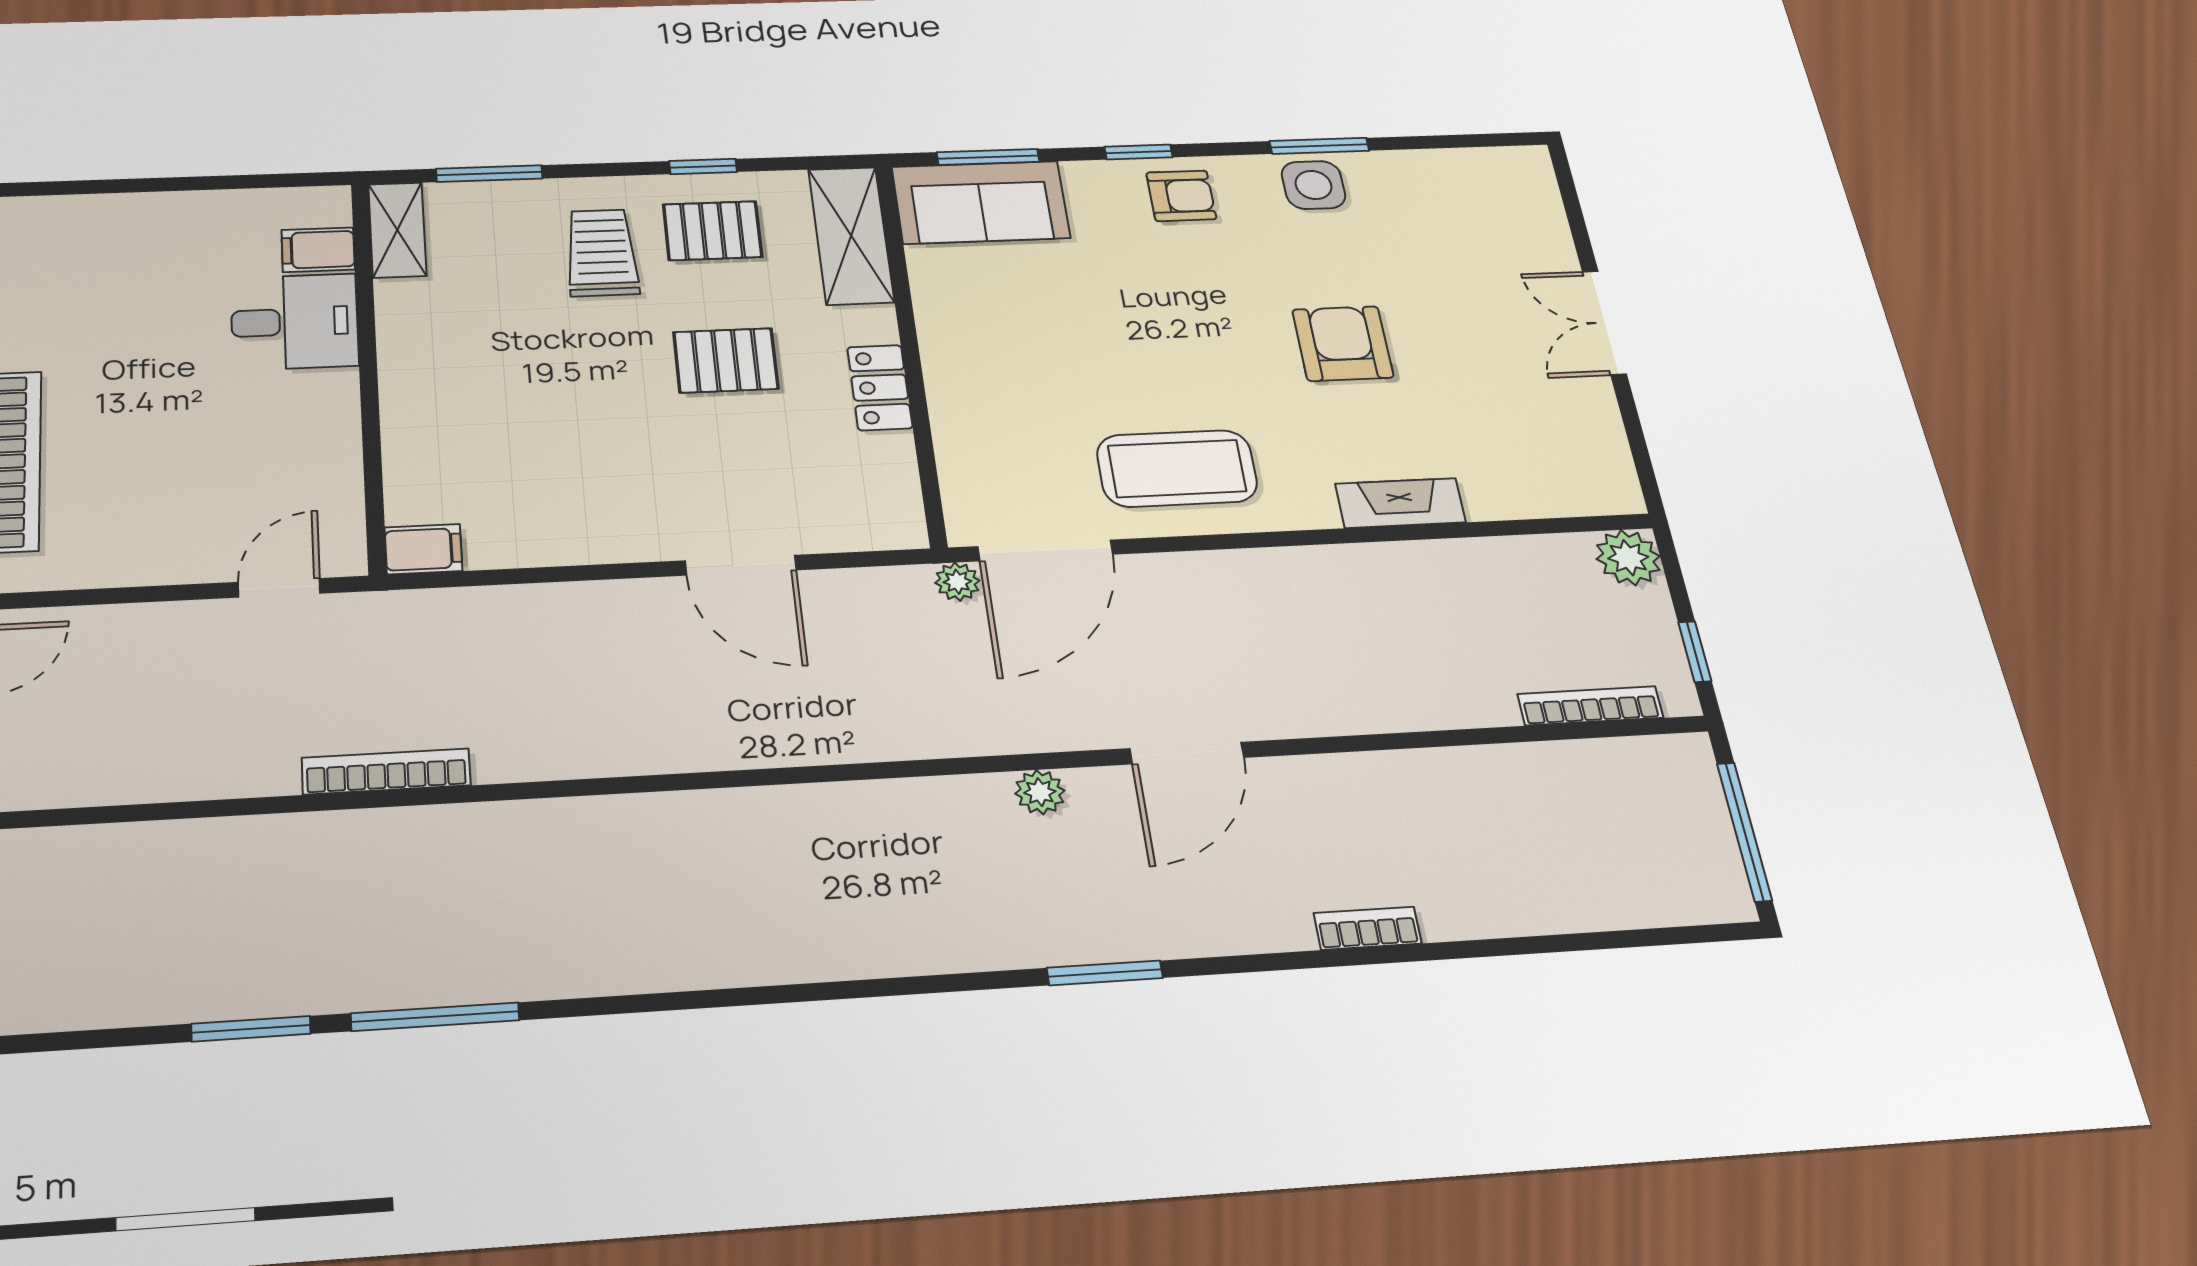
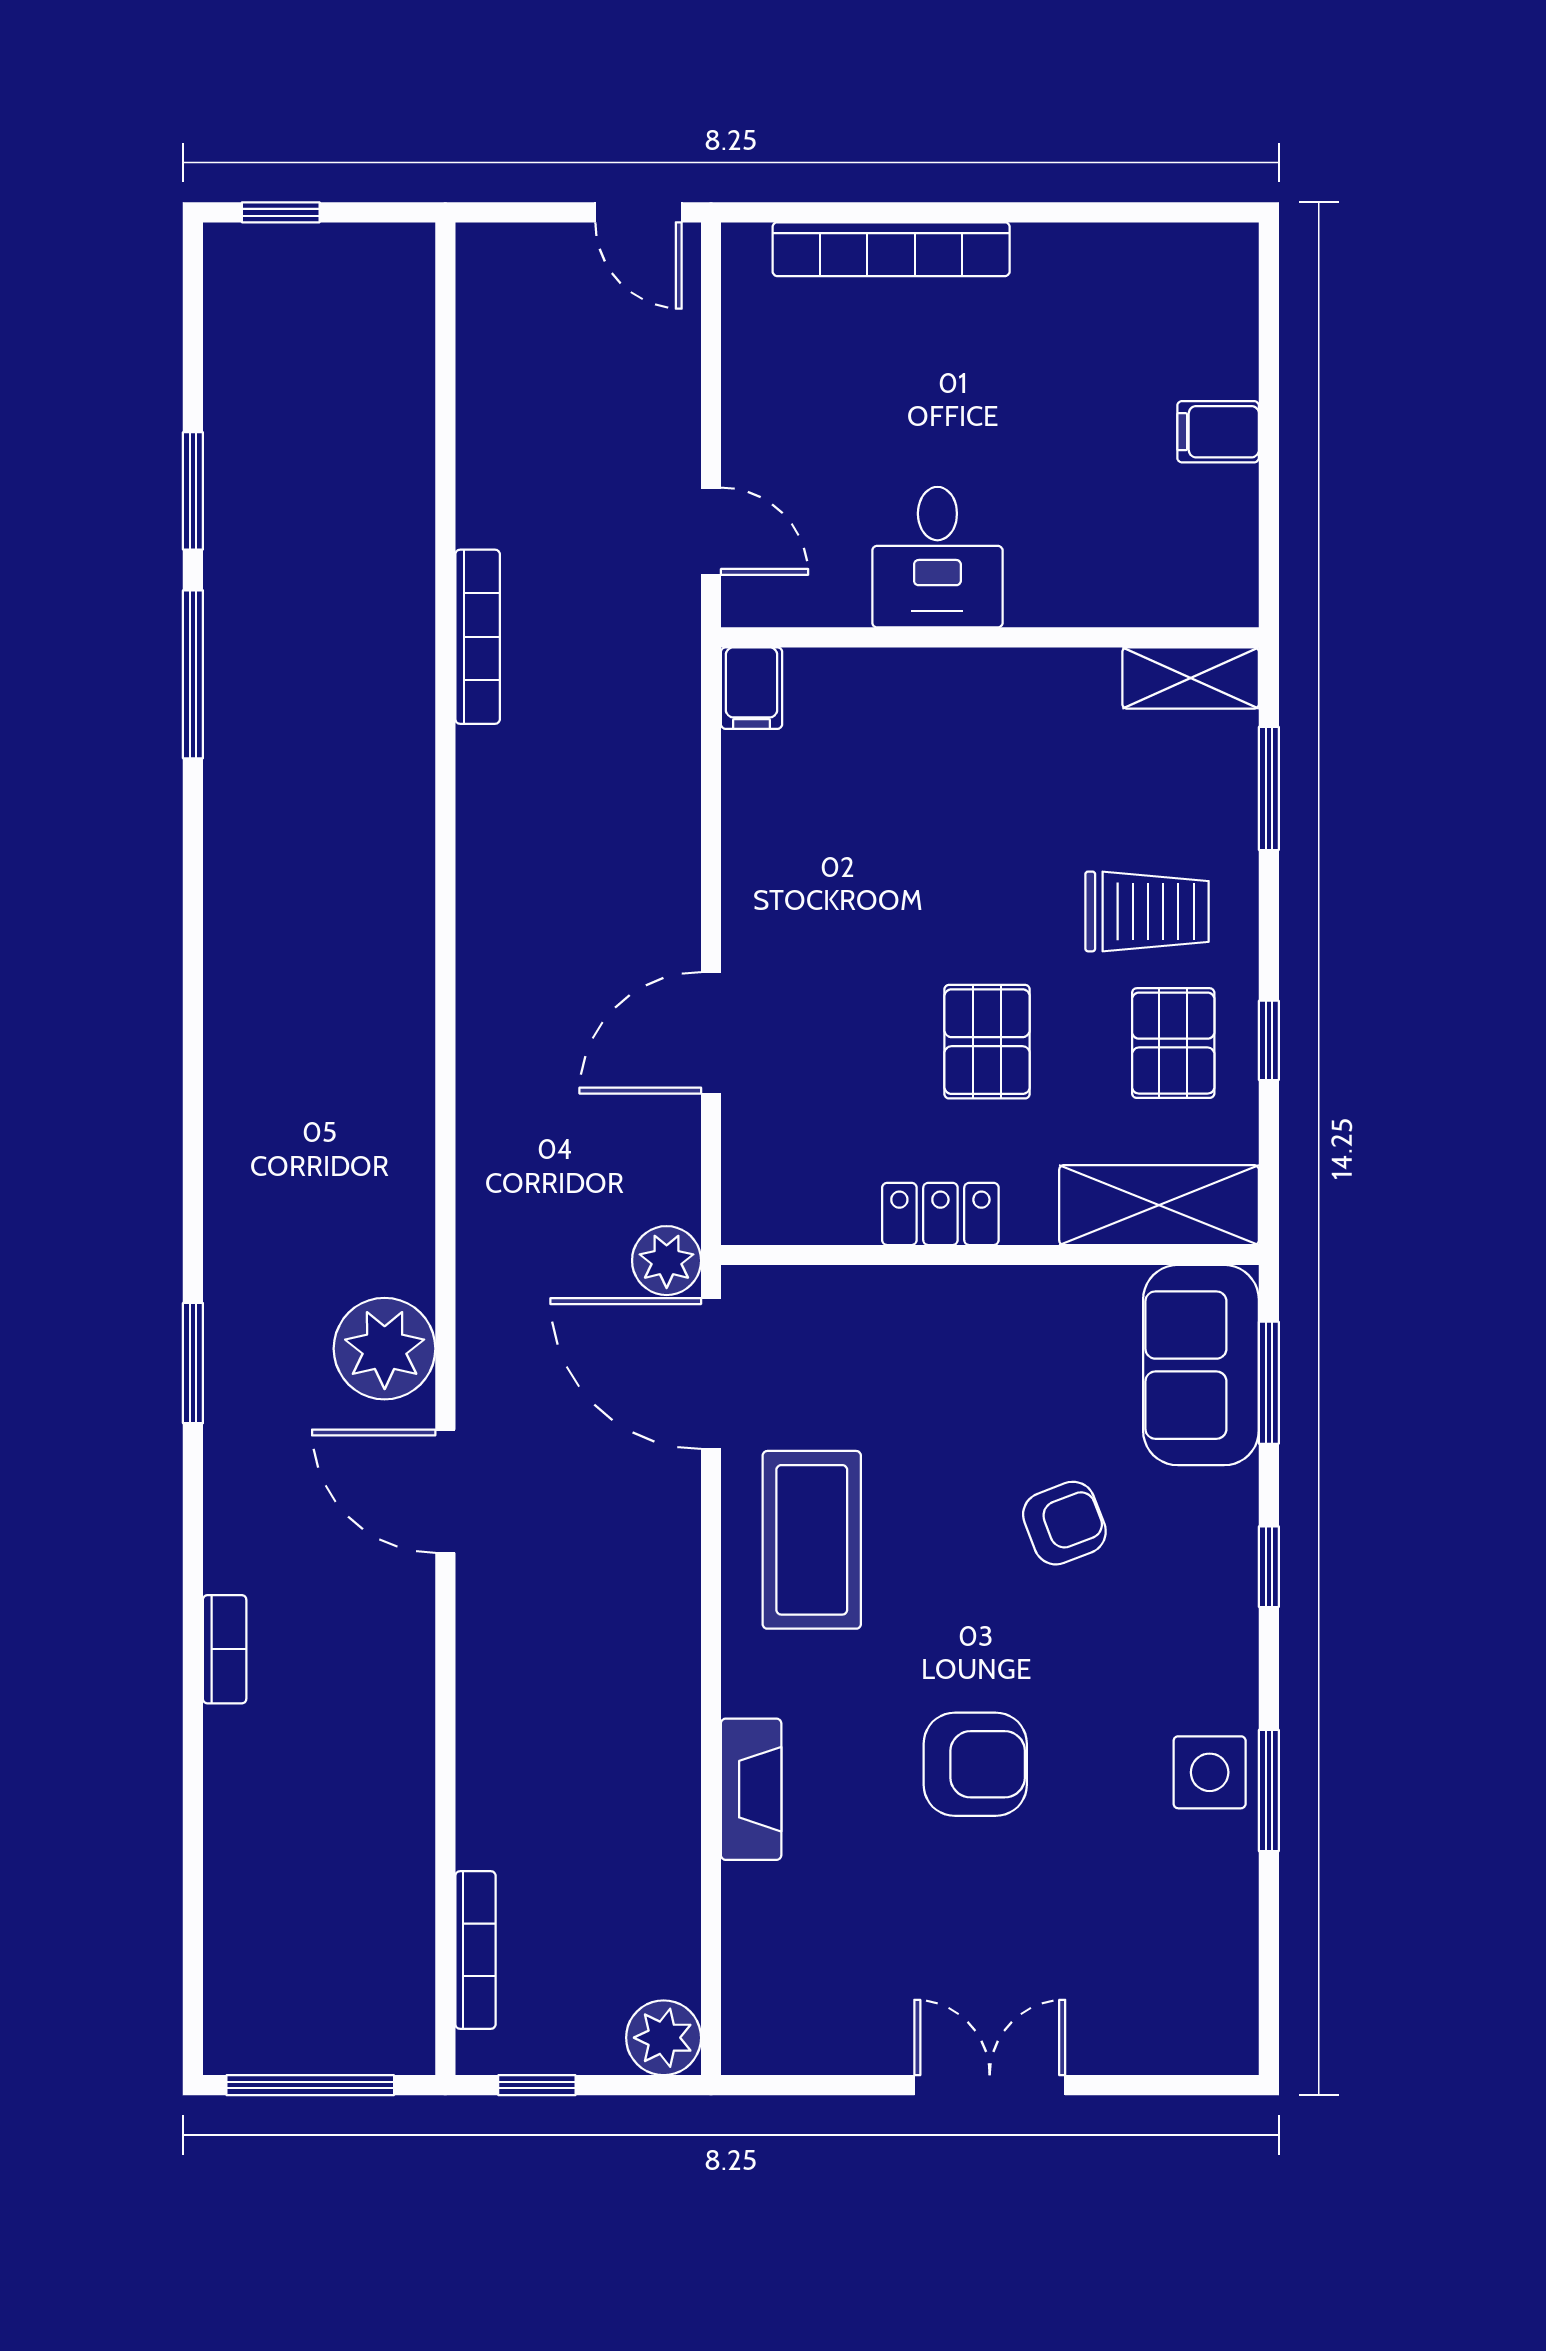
armchair: (1181, 196) -> (1064, 1523), moved, turned -111
filing cabinet: (318, 250) -> (1218, 432), moved, turned -90
desk: (295, 322) -> (937, 557), moved
plant: (957, 582) -> (667, 1261), width x1.38, depth x1.38
plant: (1040, 792) -> (385, 1349), width x1.87, depth x1.87

